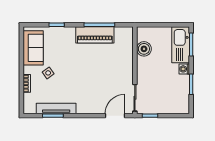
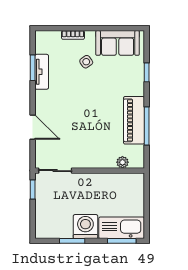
plant: (128, 44) -> (122, 162), added
boiler: (144, 49) -> (116, 182), removed
washing machine: (184, 69) -> (85, 227), width x1.89, depth x1.89
tv unit: (56, 108) -> (42, 72), width x0.71
door: (115, 116) -> (33, 127), moved

